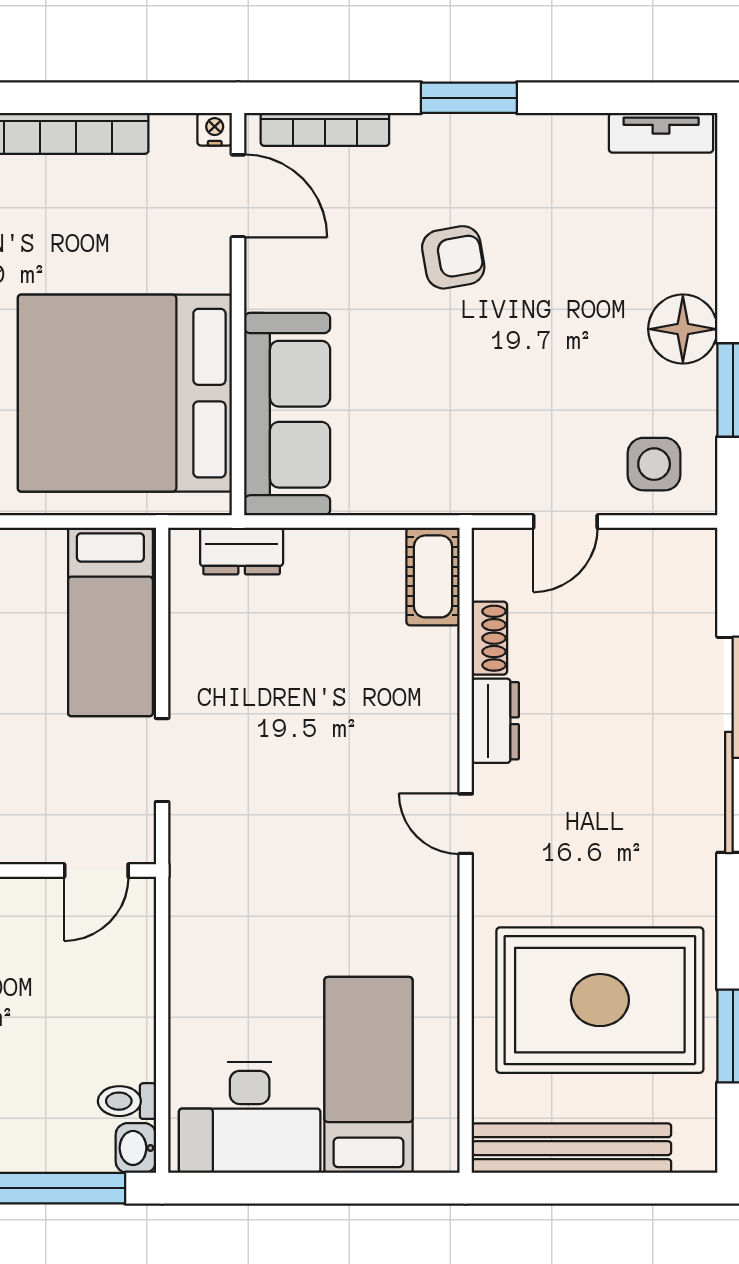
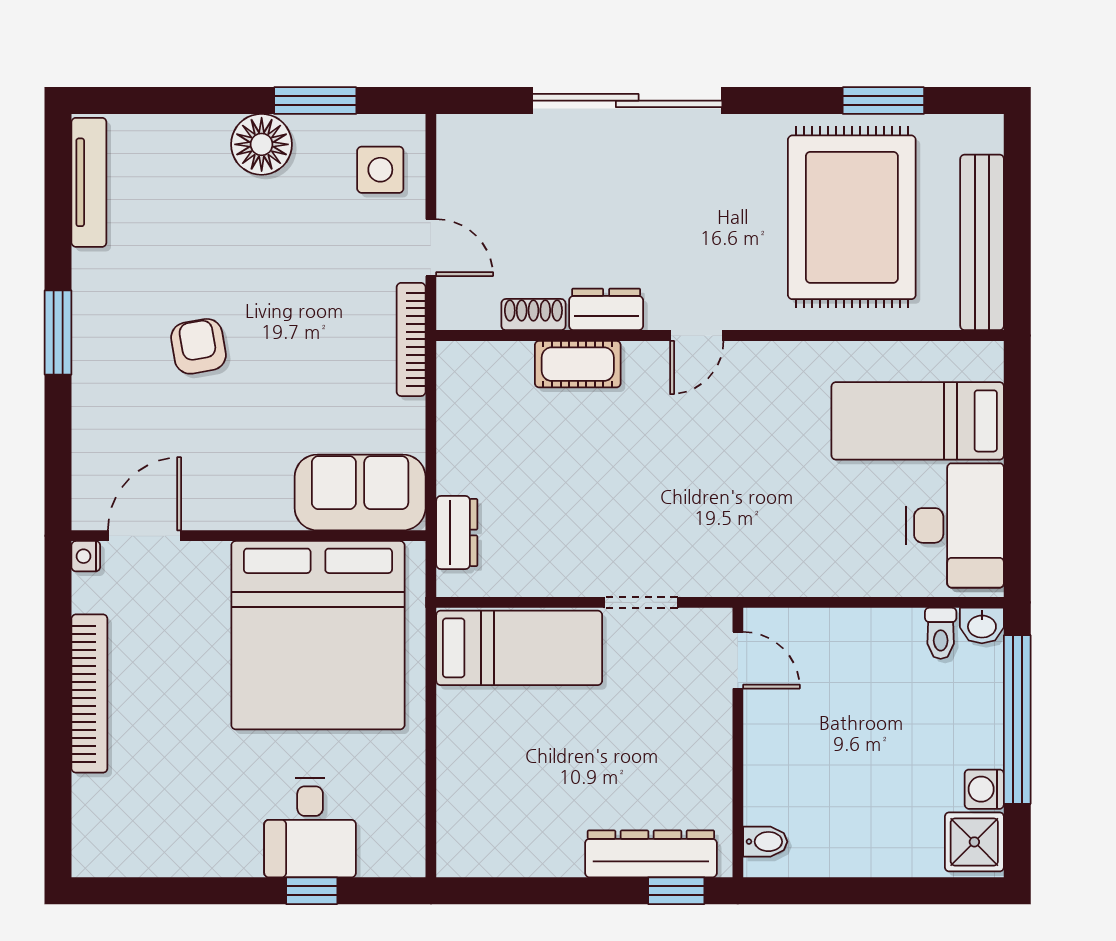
bookcase: (325, 129) -> (411, 339), moved, turned 180
tv unit: (661, 133) -> (89, 182), width x1.41
sofa: (287, 414) -> (360, 492), width x0.73
cot: (433, 576) -> (578, 364), moved

